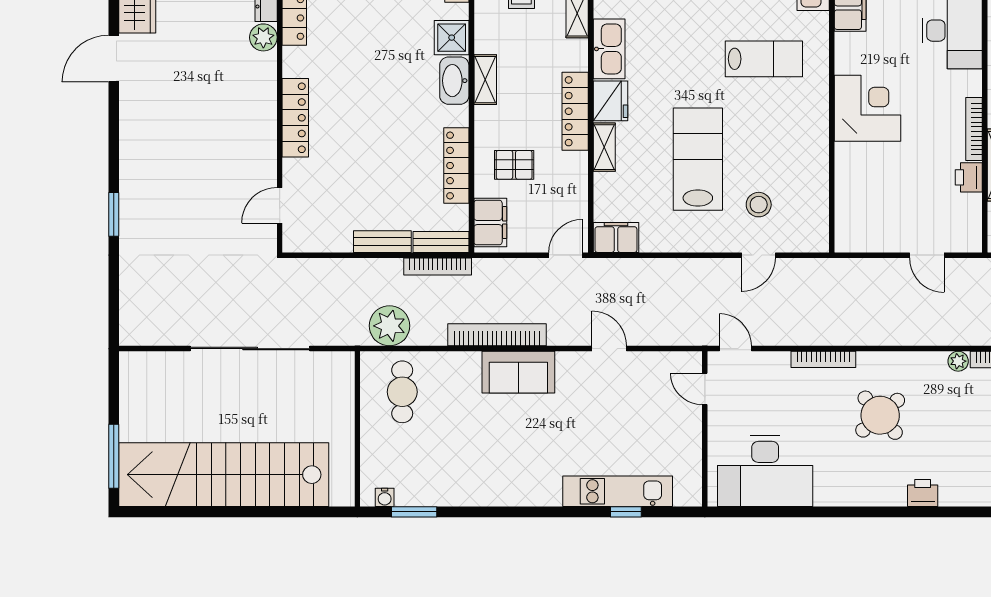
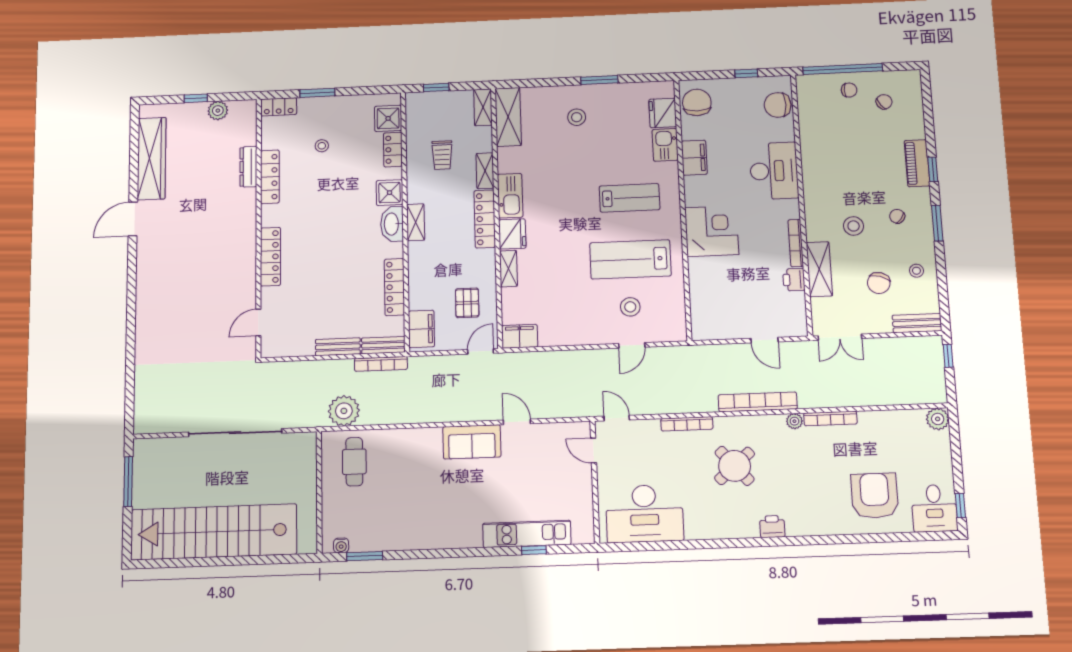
plant: (263, 37) -> (246, 199), removed
locker: (575, 111) -> (485, 219), moved
lab bench: (698, 159) -> (630, 259), moved, turned -90
pallet: (514, 165) -> (467, 303), moved, turned 90
window: (114, 214) -> (131, 334), removed
bookcase: (497, 335) -> (758, 402), moved
sofa: (518, 372) -> (472, 442), moved
window: (114, 456) -> (128, 482), moved

